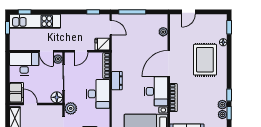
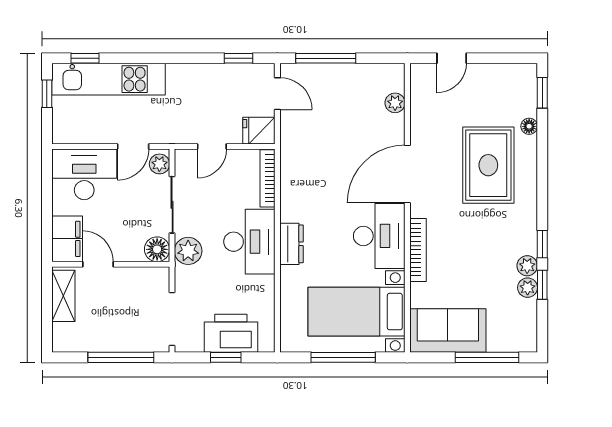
door: (46, 51) -> (133, 147), hinge flipped
dresser: (117, 81) -> (292, 244), moved
plant: (71, 108) -> (188, 251), moved

